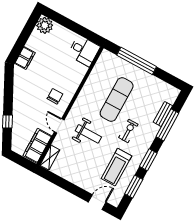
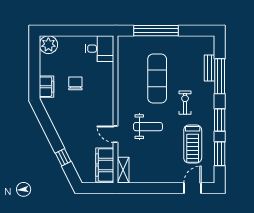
chair: (55, 96) -> (75, 83), moved

